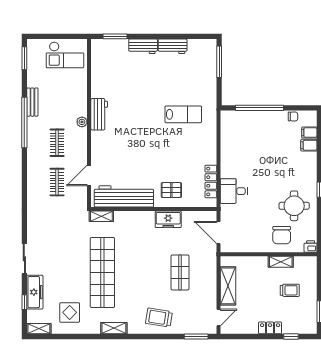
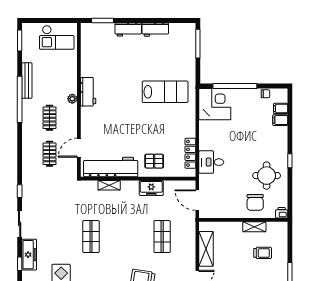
bench: (32, 102) -> (27, 81), width x1.36
lab bench: (183, 114) -> (165, 92), width x1.36, depth x1.39
corner desk: (238, 128) -> (215, 104), added
shelving: (101, 216) -> (109, 185), moved
window: (24, 223) -> (20, 191), added
shop shelf: (102, 272) -> (91, 237), width x0.50, depth x0.74

